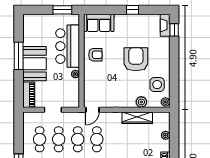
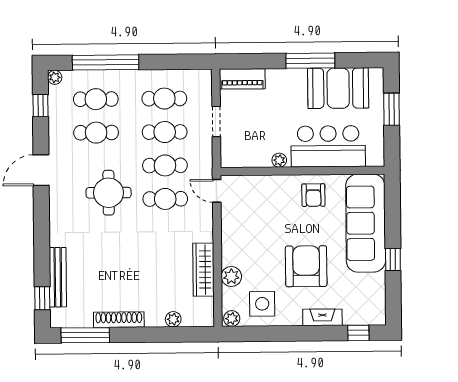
window: (62, 10) -> (392, 109), moved
sofa: (99, 23) -> (366, 223), width x1.85, depth x1.27
fireplace: (165, 25) -> (322, 317), moved
armchair: (136, 59) -> (306, 266), turned -90
booth: (35, 64) -> (338, 88), moved

